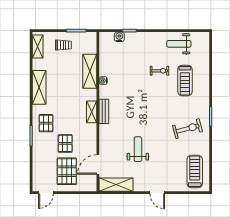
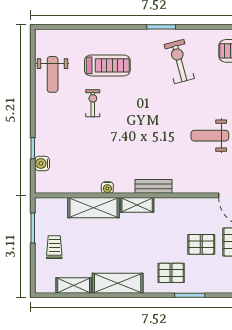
shelving: (38, 46) -> (74, 285), moved
shelving: (92, 112) -> (137, 205), moved

